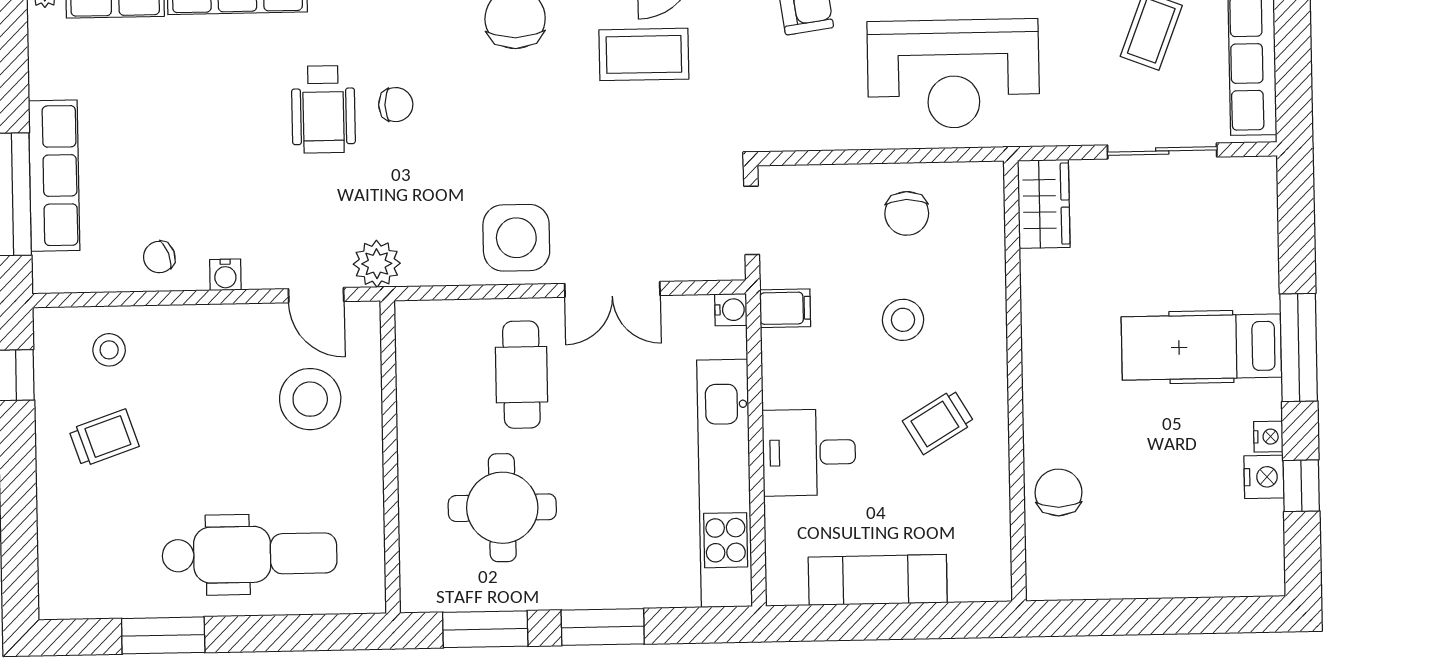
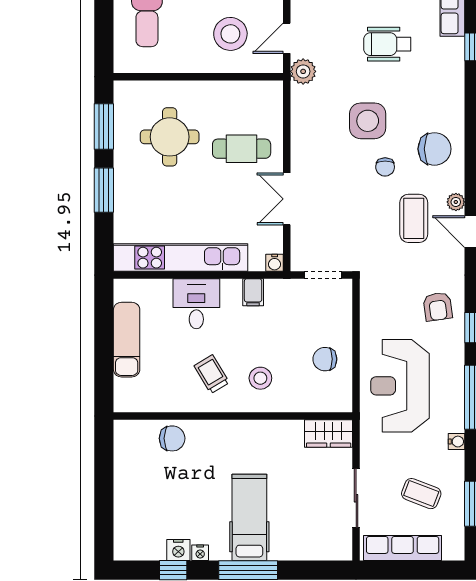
chair: (396, 105) -> (385, 167), moved
side table: (516, 238) -> (368, 121), moved
filing cabinet: (785, 308) -> (253, 292), moved
stool: (903, 320) -> (260, 378), moved

